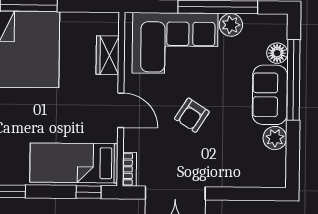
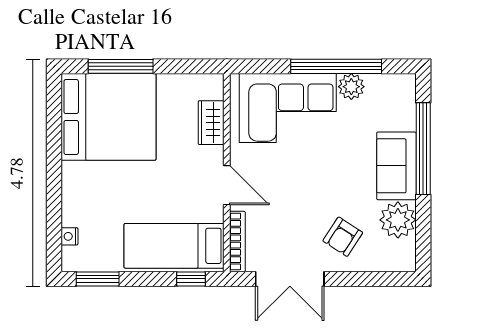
floor lamp: (277, 53) -> (404, 118), removed
armchair: (192, 115) -> (343, 237), moved
plant: (275, 138) -> (398, 220), width x1.36, depth x1.36
bookcase: (129, 169) -> (237, 241), width x1.56

